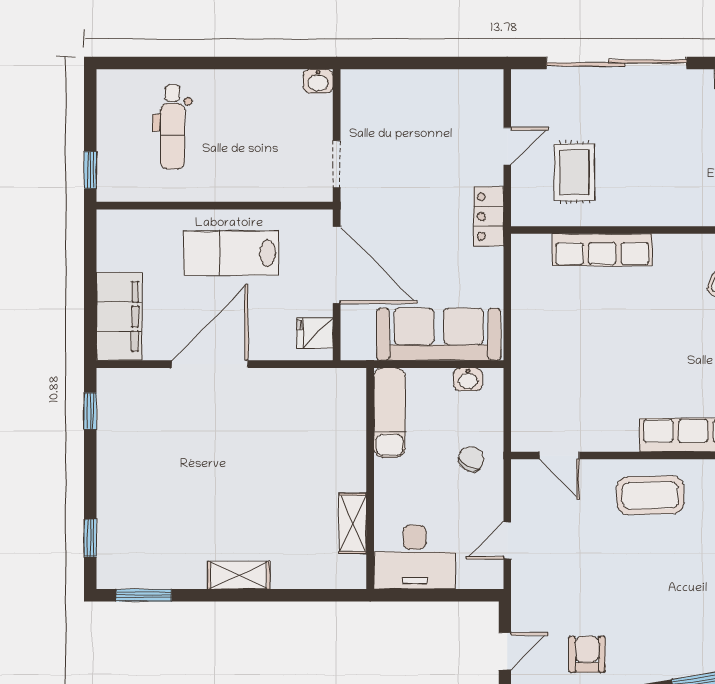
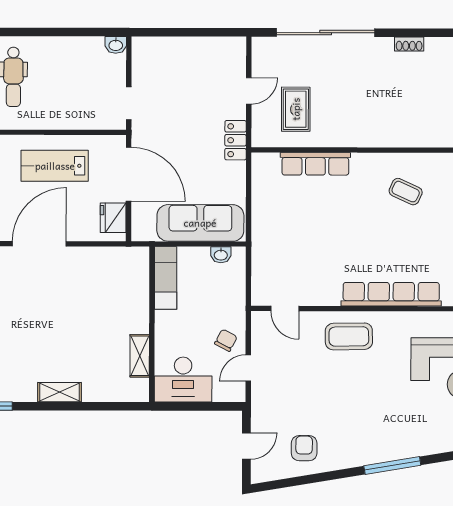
fridge: (315, 333) -> (113, 218), width x1.38
chair: (471, 459) -> (226, 340), moved

